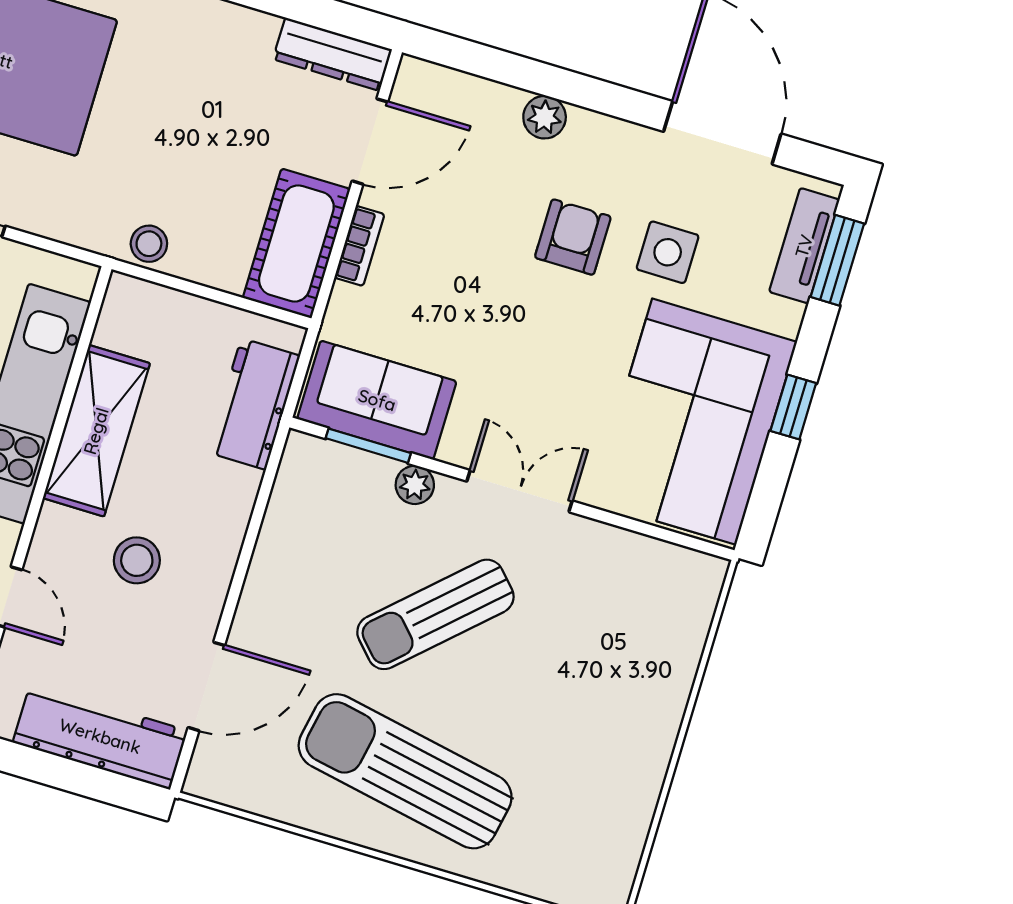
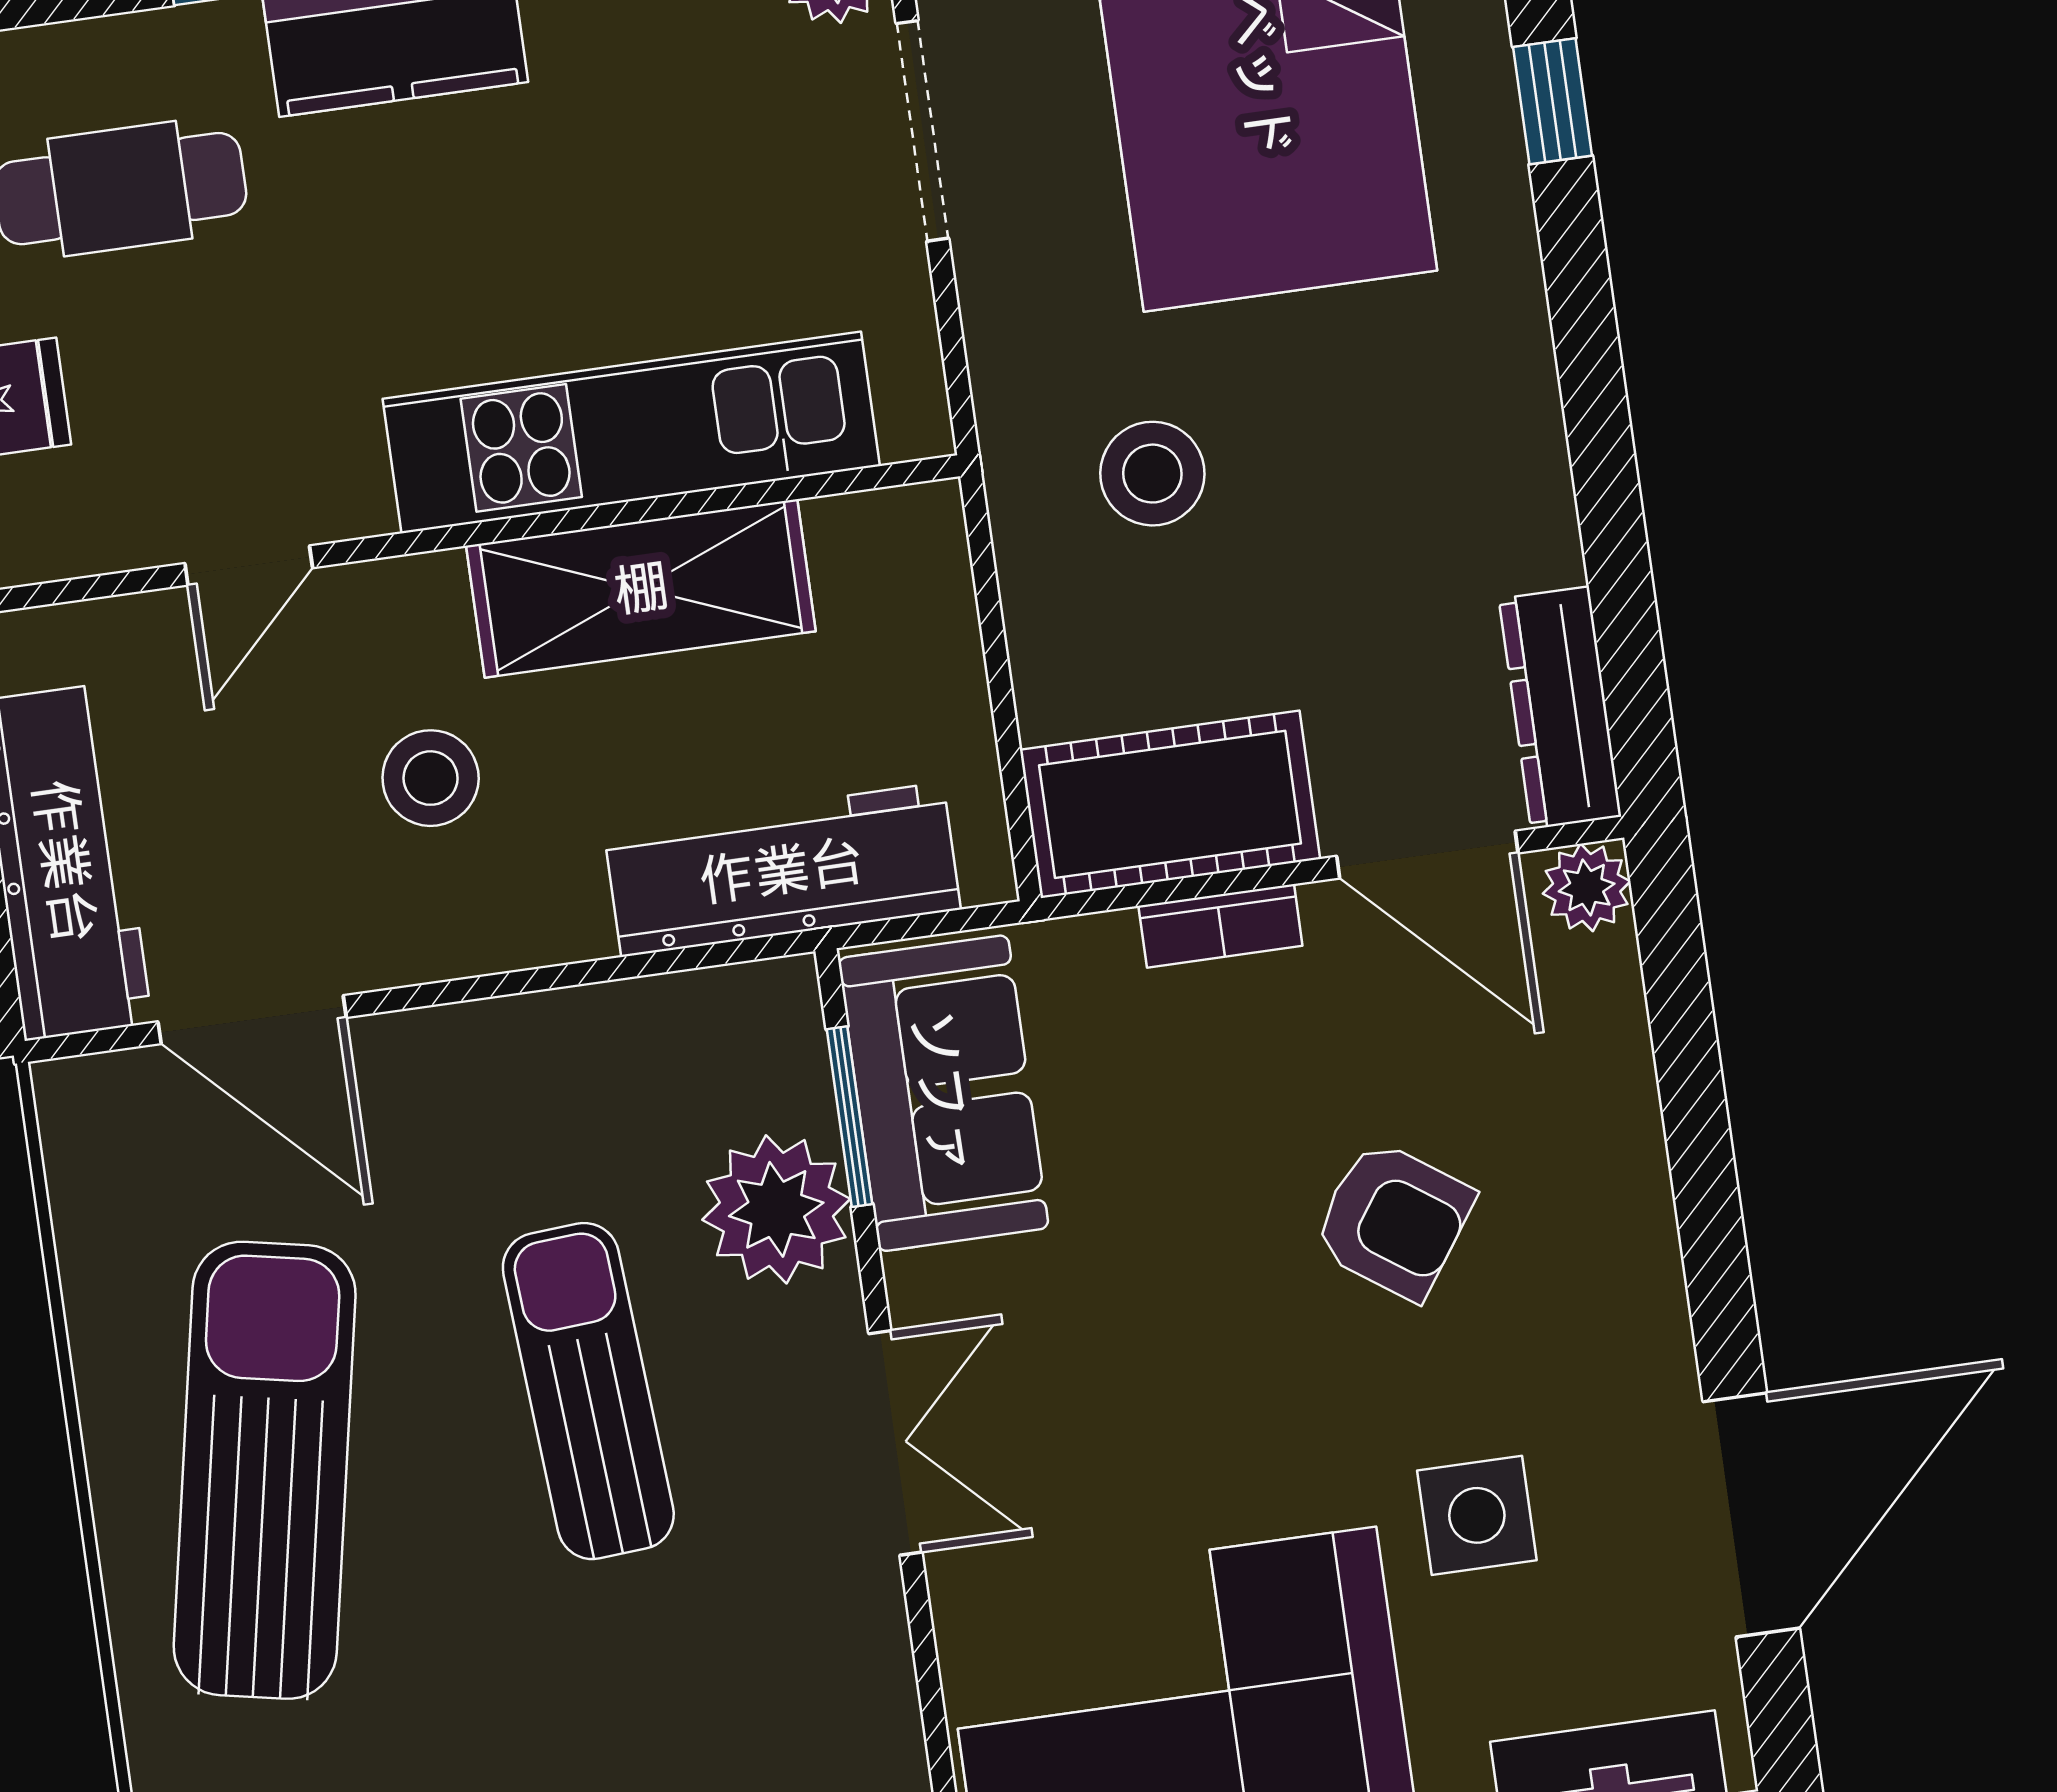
plant: (545, 117) -> (1587, 887), moved
armchair: (573, 237) -> (1393, 1220), moved, turned 35
stool: (149, 244) -> (1152, 474), moved, width x1.37, depth x1.37
workbench: (254, 404) -> (782, 870), width x1.38
plant: (415, 485) -> (776, 1209), width x1.87, depth x1.87
sun lounger: (435, 614) -> (588, 1391), turned 39

